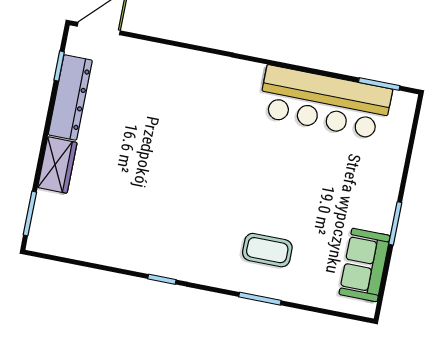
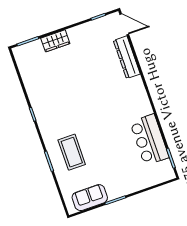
dresser: (70, 97) -> (127, 57), moved, turned 90
bar counter: (325, 102) -> (149, 140), width x0.73
coffee table: (267, 250) -> (72, 152), width x1.36, depth x1.32

